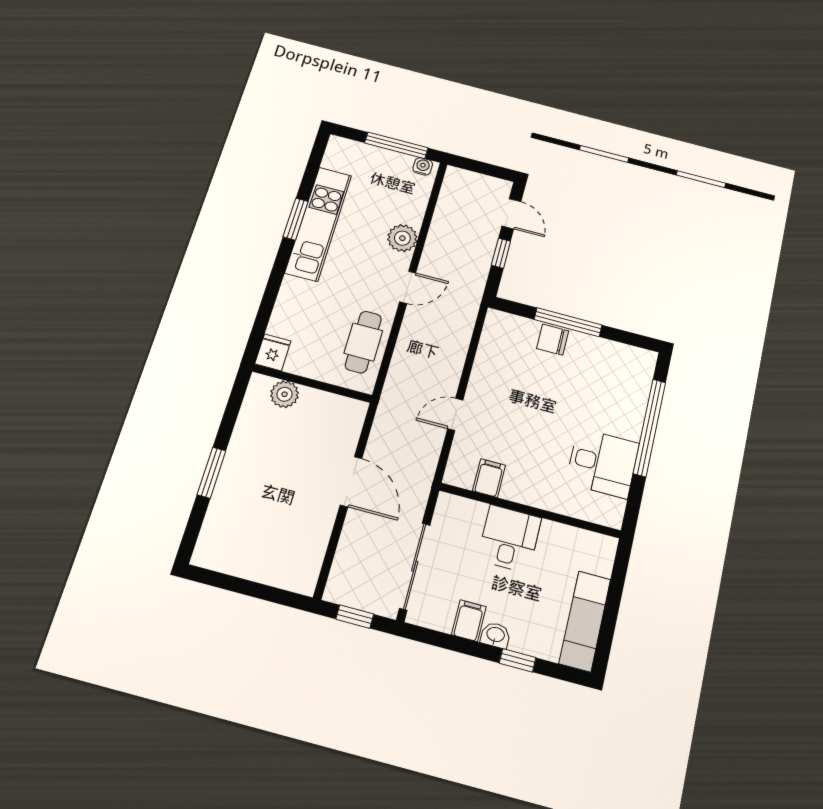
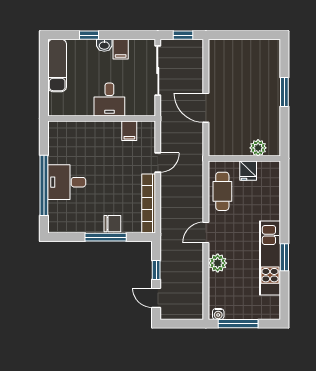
fridge: (273, 352) -> (248, 171), moved
bookcase: (487, 355) -> (149, 203), added
desk: (602, 463) -> (67, 182), moved

